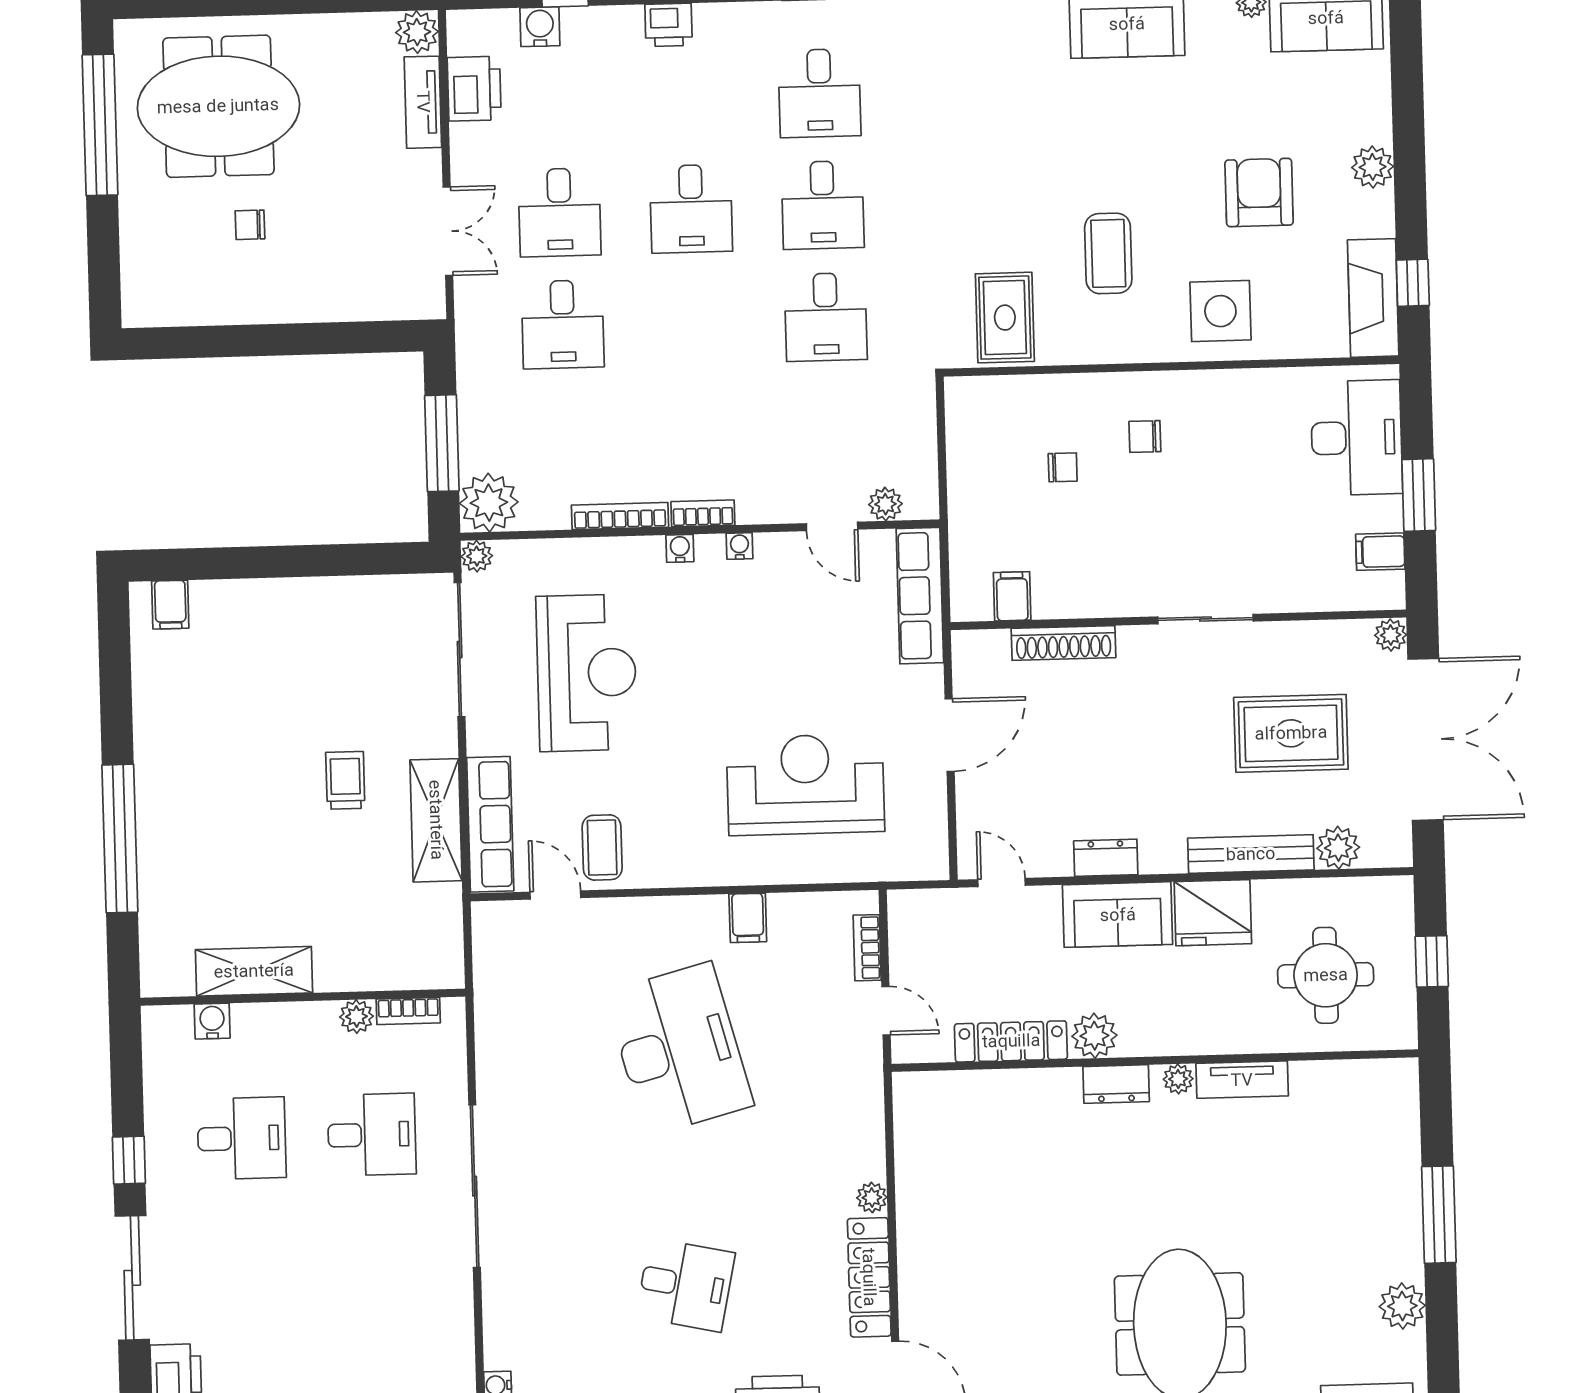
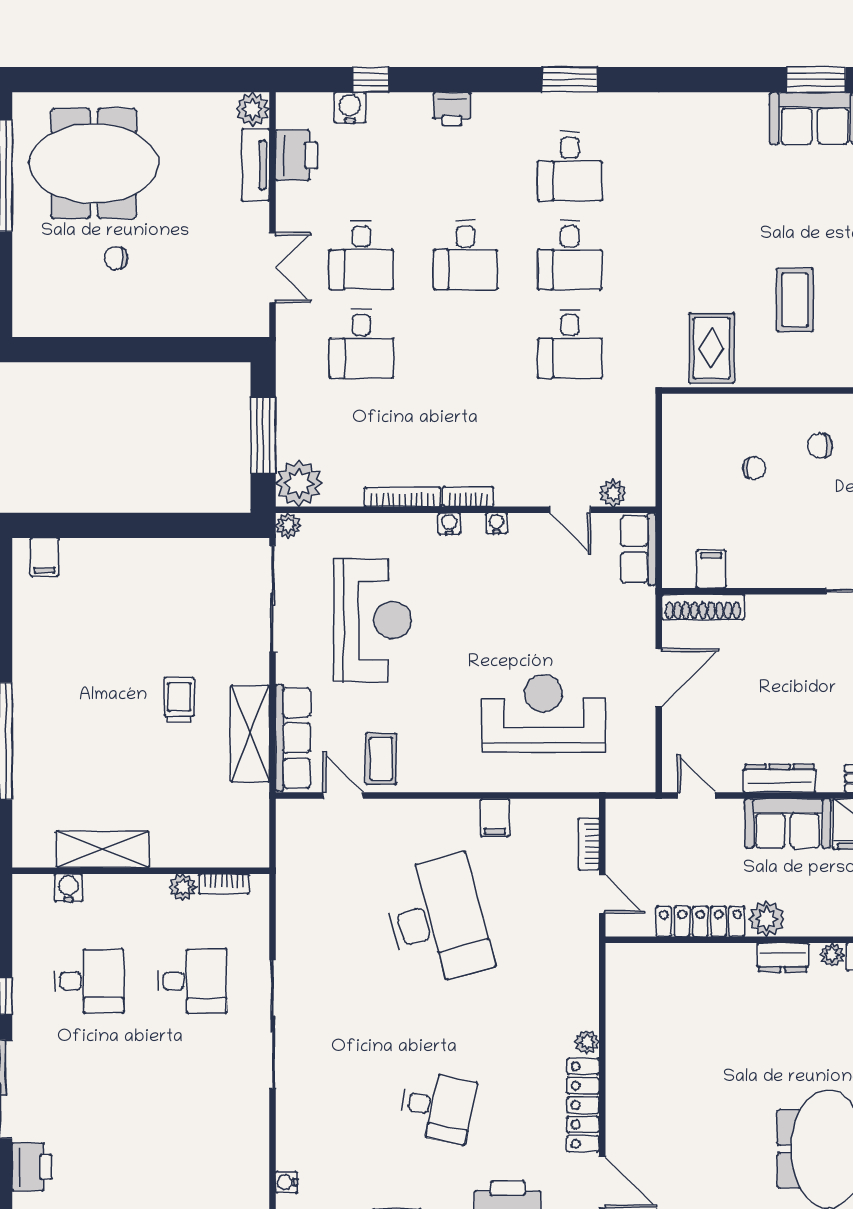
row of seats: (920, 596) -> (638, 549), width x0.68
shoe rack: (1064, 643) -> (703, 607), moved
dresser: (1106, 858) -> (780, 778), width x1.44

